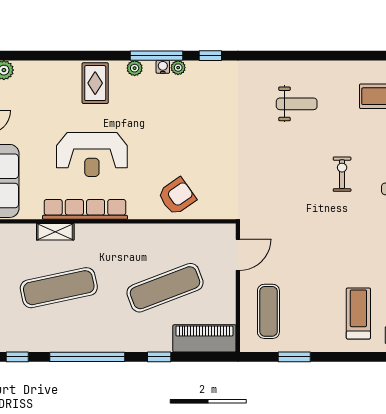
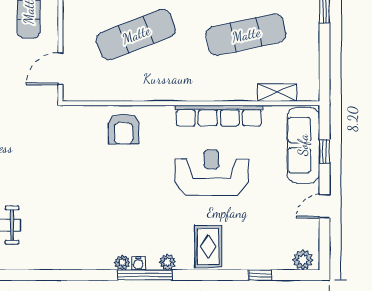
window: (210, 56) -> (260, 275), moved
armchair: (177, 196) -> (124, 129), turned -55
shelving: (55, 232) -> (277, 93), moved

